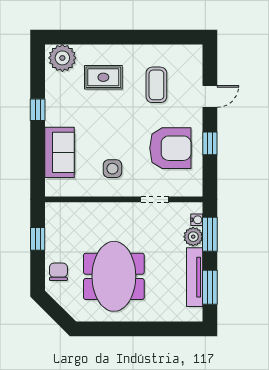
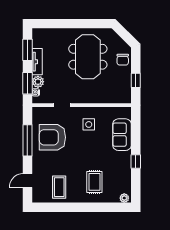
plant: (62, 58) -> (124, 198), width x0.53, depth x0.53
rug: (103, 77) -> (94, 182), turned 90
coffee table: (156, 85) -> (59, 187), moved
door: (210, 96) -> (27, 181), moved
window: (210, 143) -> (27, 140), width x2.17
tv unit: (195, 277) -> (37, 62), width x0.71

